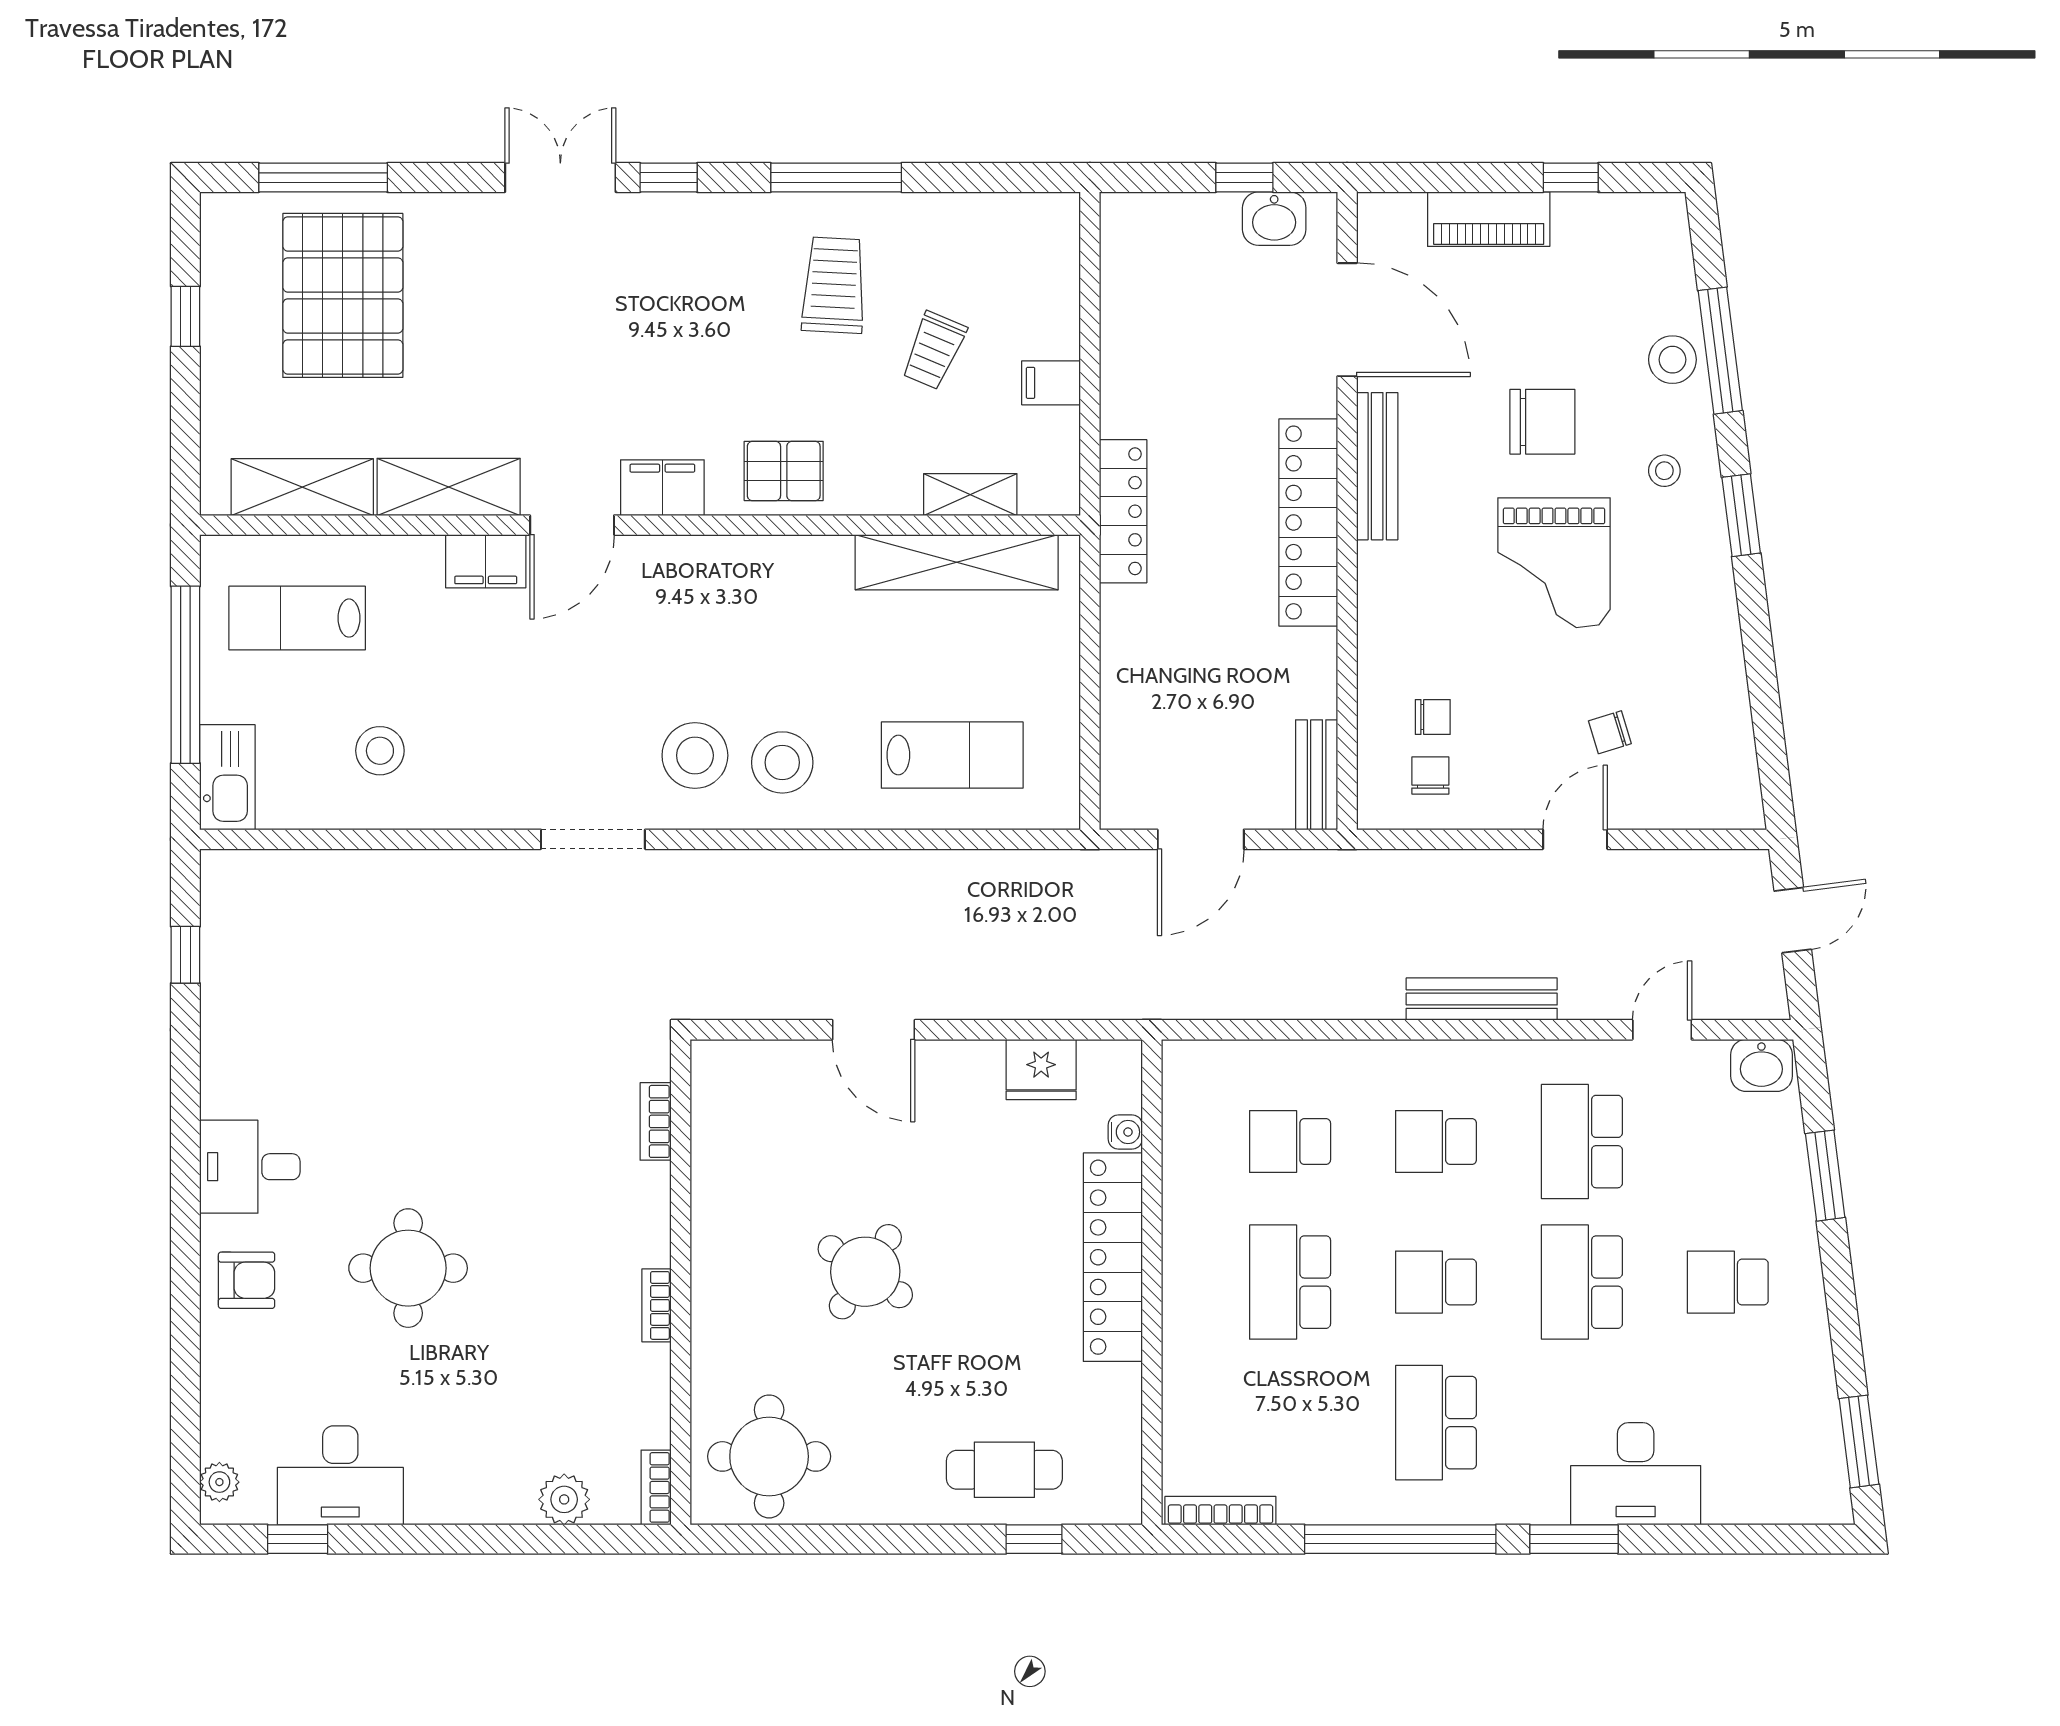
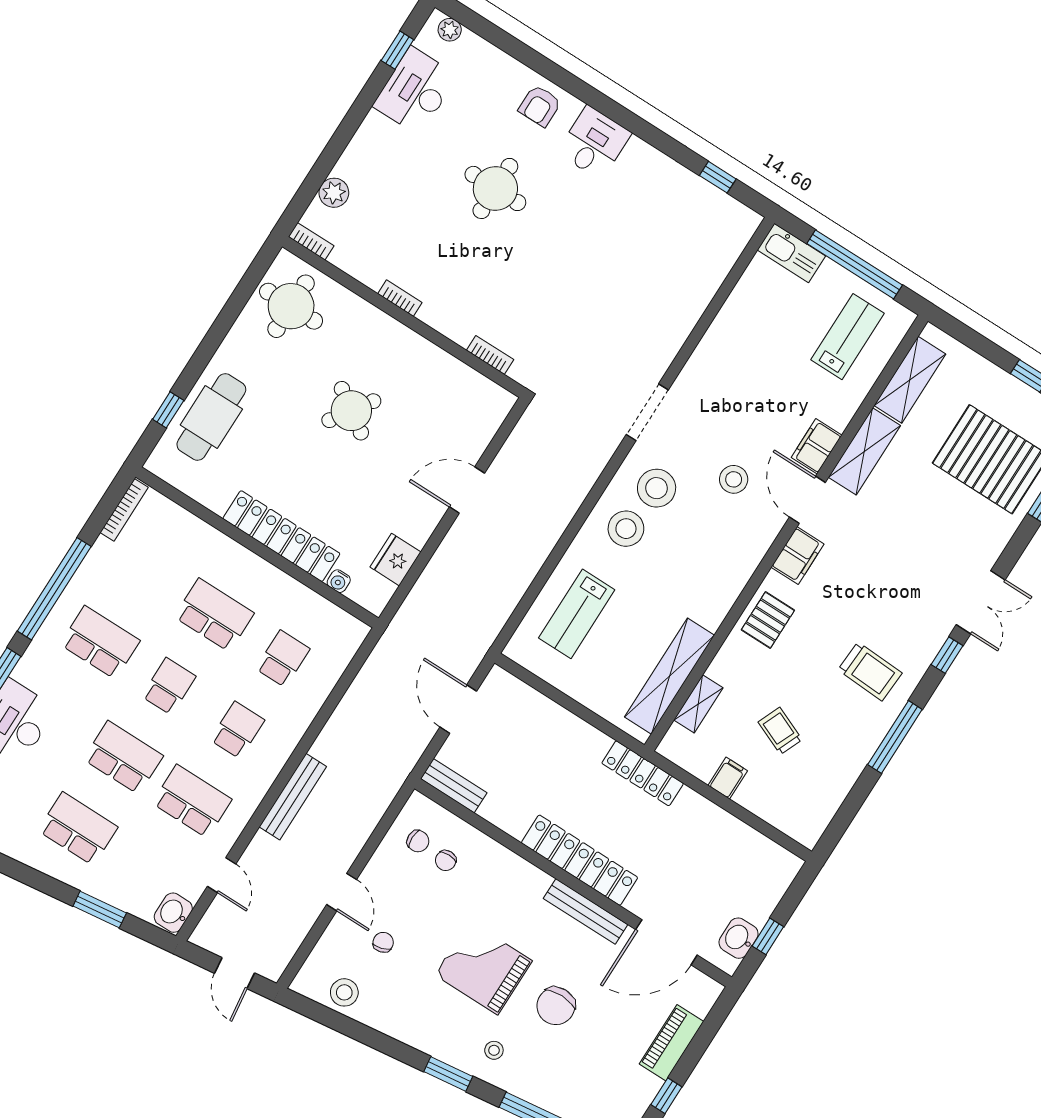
trolley: (834, 285) -> (870, 671), moved
stool: (1672, 360) -> (344, 992), moved
stool: (380, 751) -> (734, 479), moved
school desk: (1728, 1282) -> (78, 829), width x1.85
cafe table: (1004, 1470) -> (211, 417), width x1.37, depth x1.35

